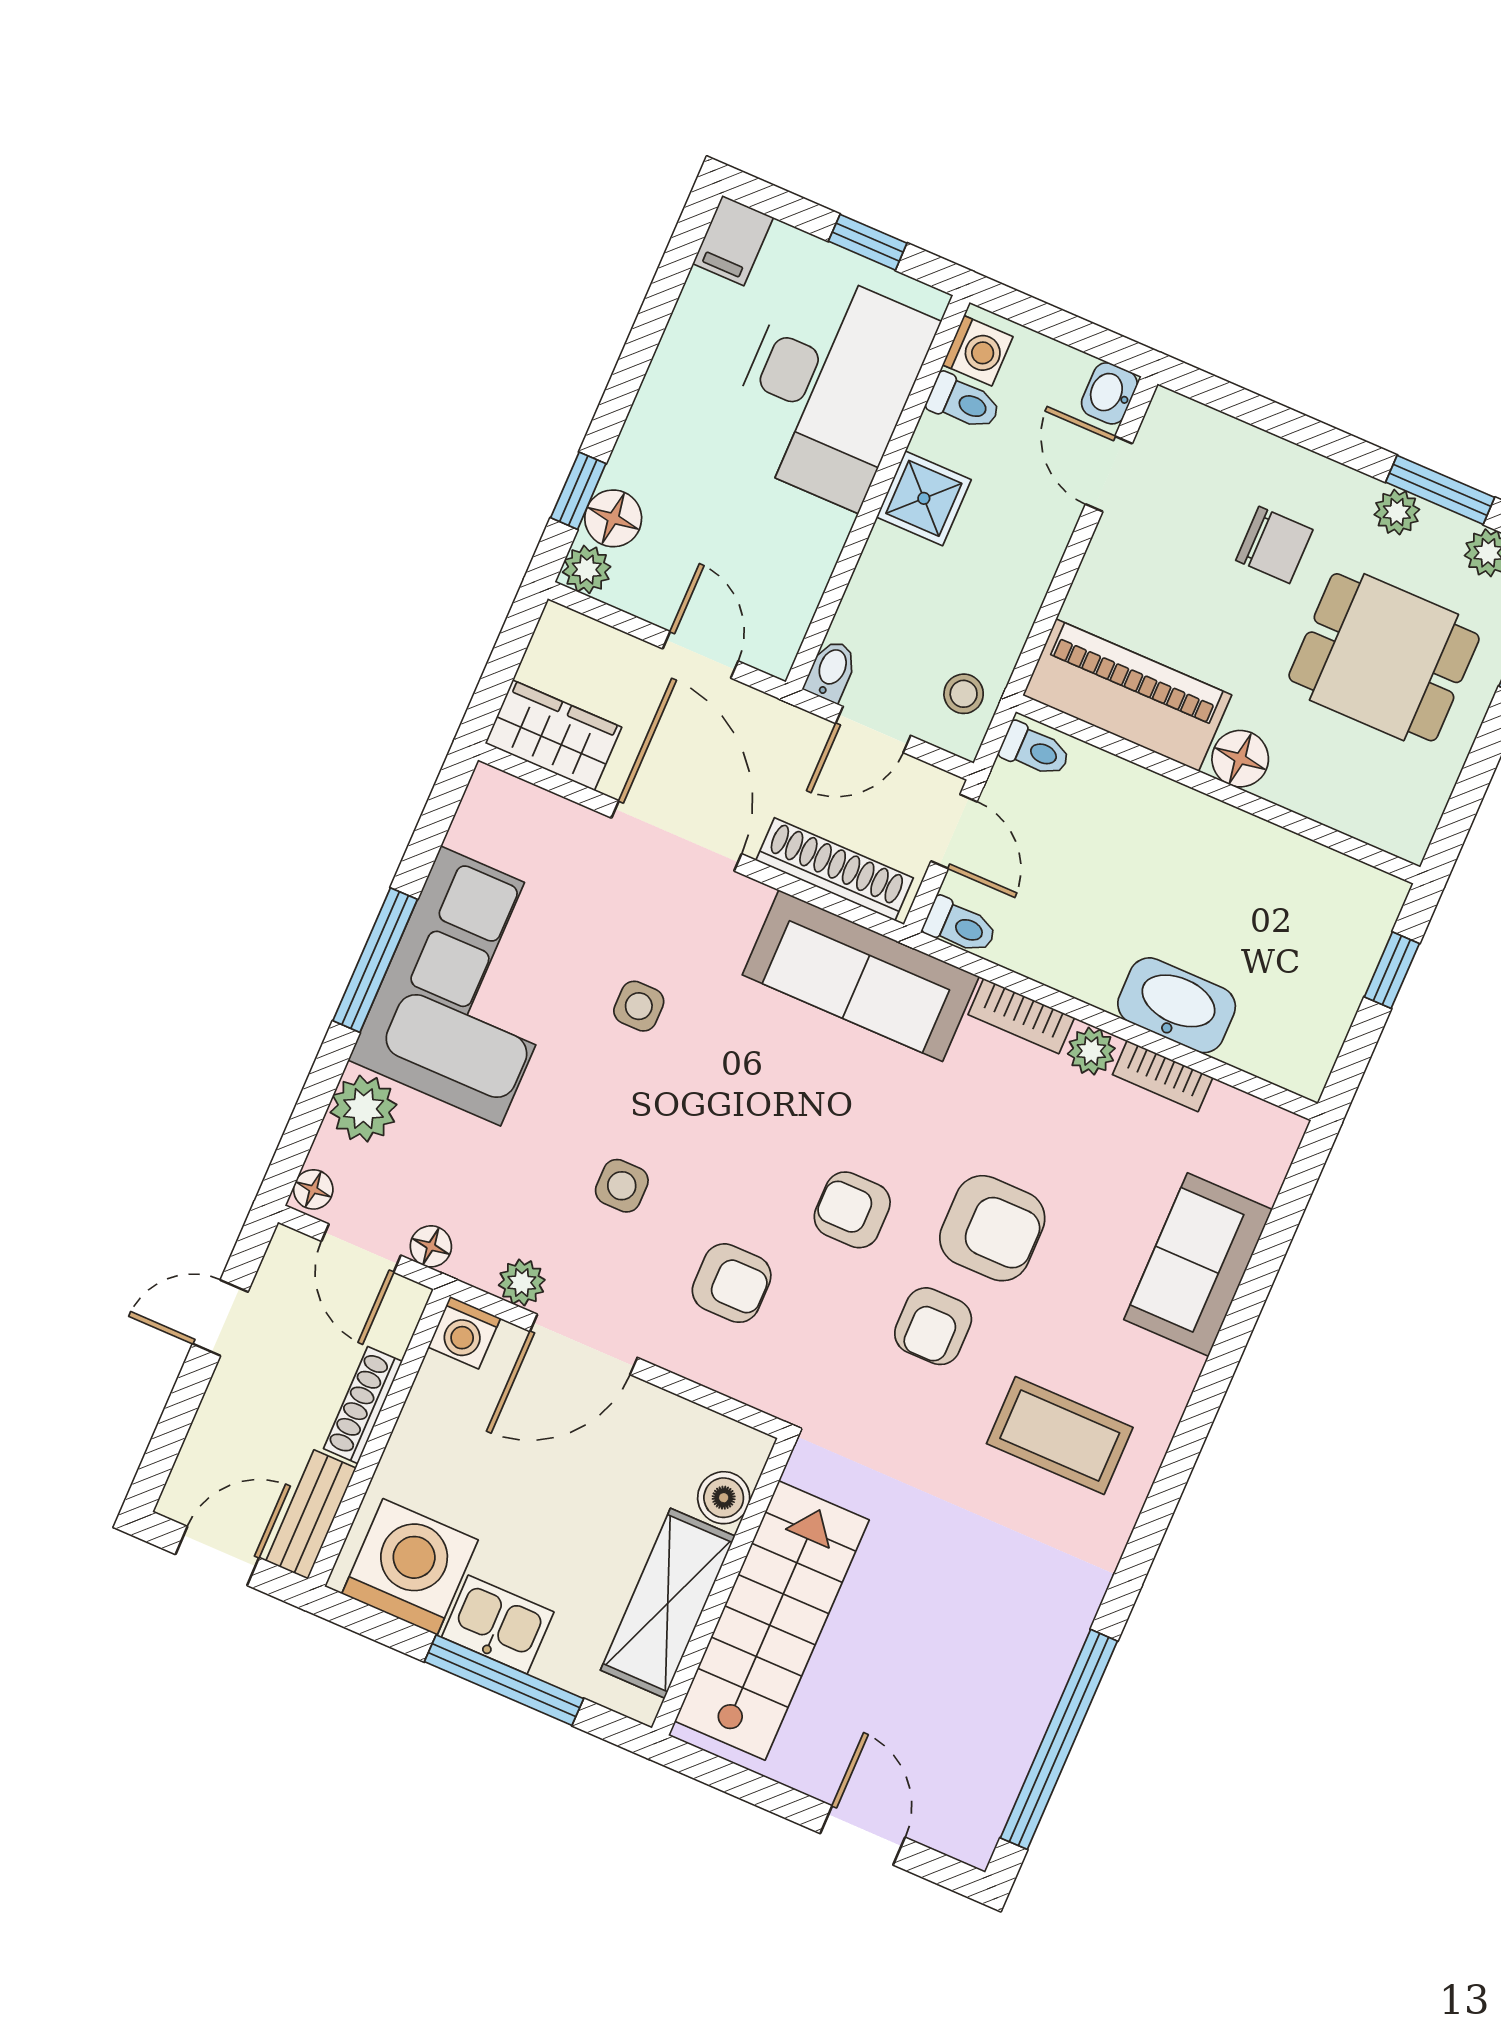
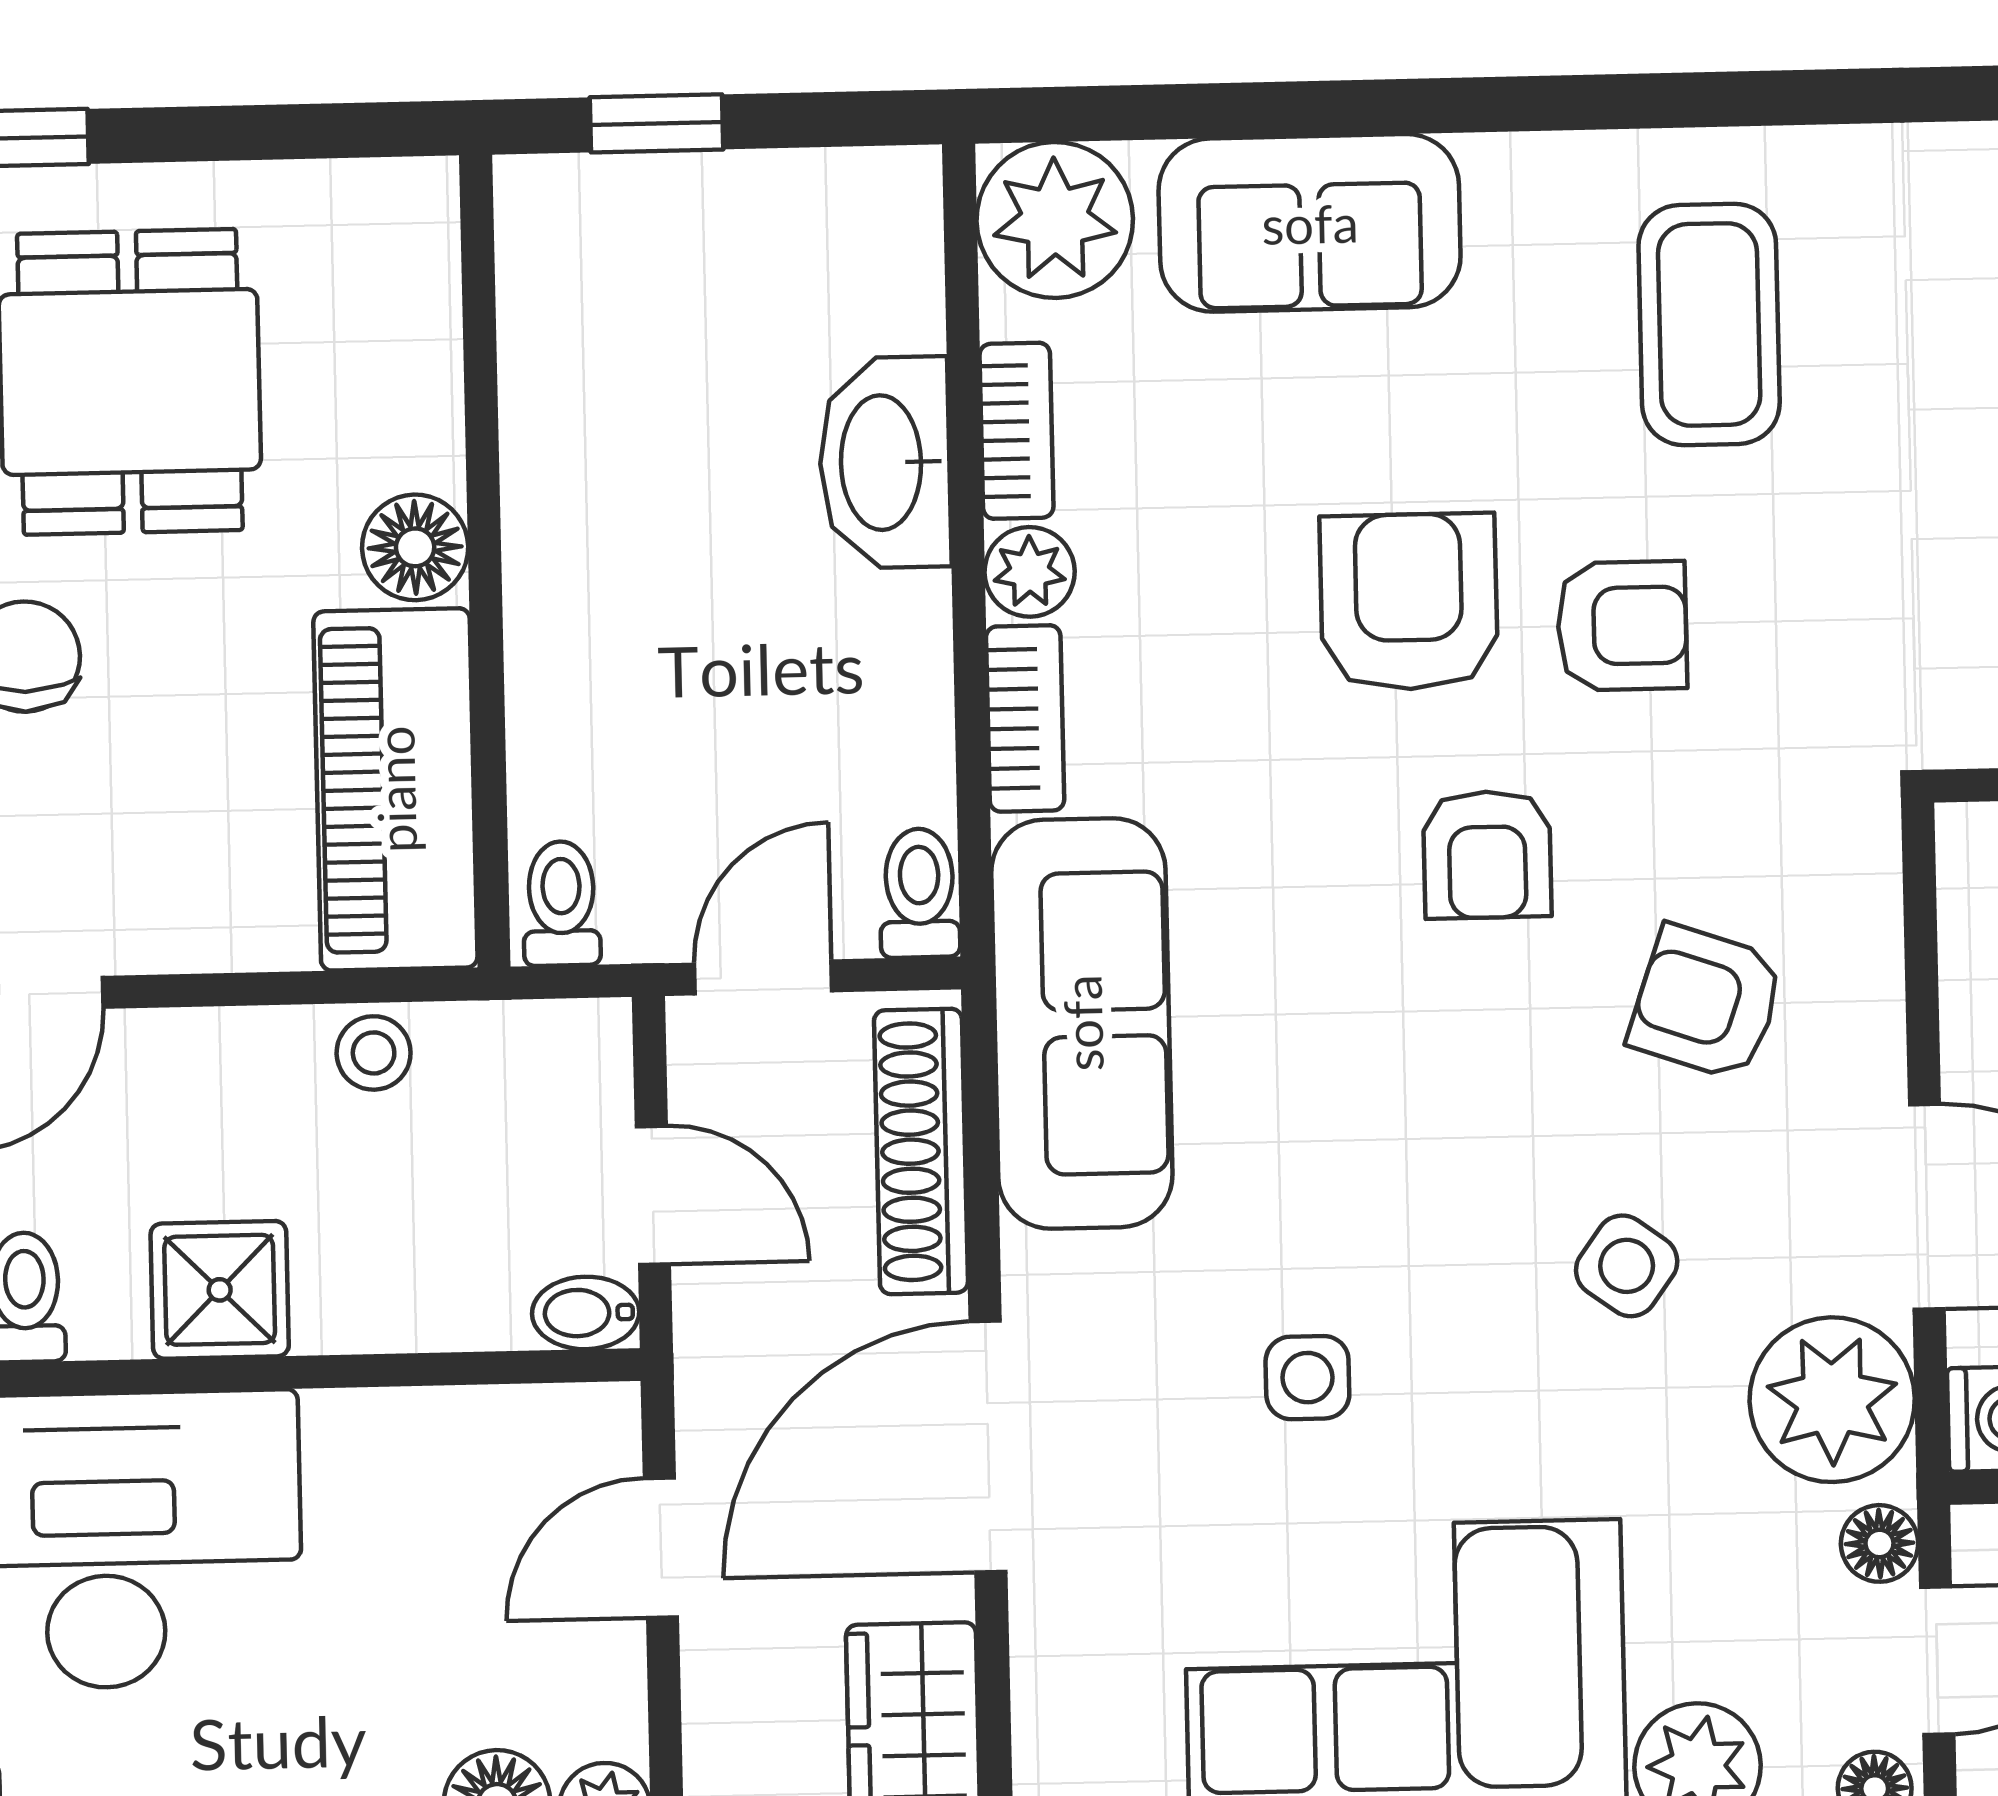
stool: (964, 694) -> (374, 1053), moved
plant: (1256, 1142) -> (1055, 220), added
side table: (622, 1186) -> (1627, 1266), turned 36
plant: (522, 1283) -> (1832, 1400), width x1.88, depth x1.88
armchair: (732, 1283) -> (1706, 1003), turned -71

